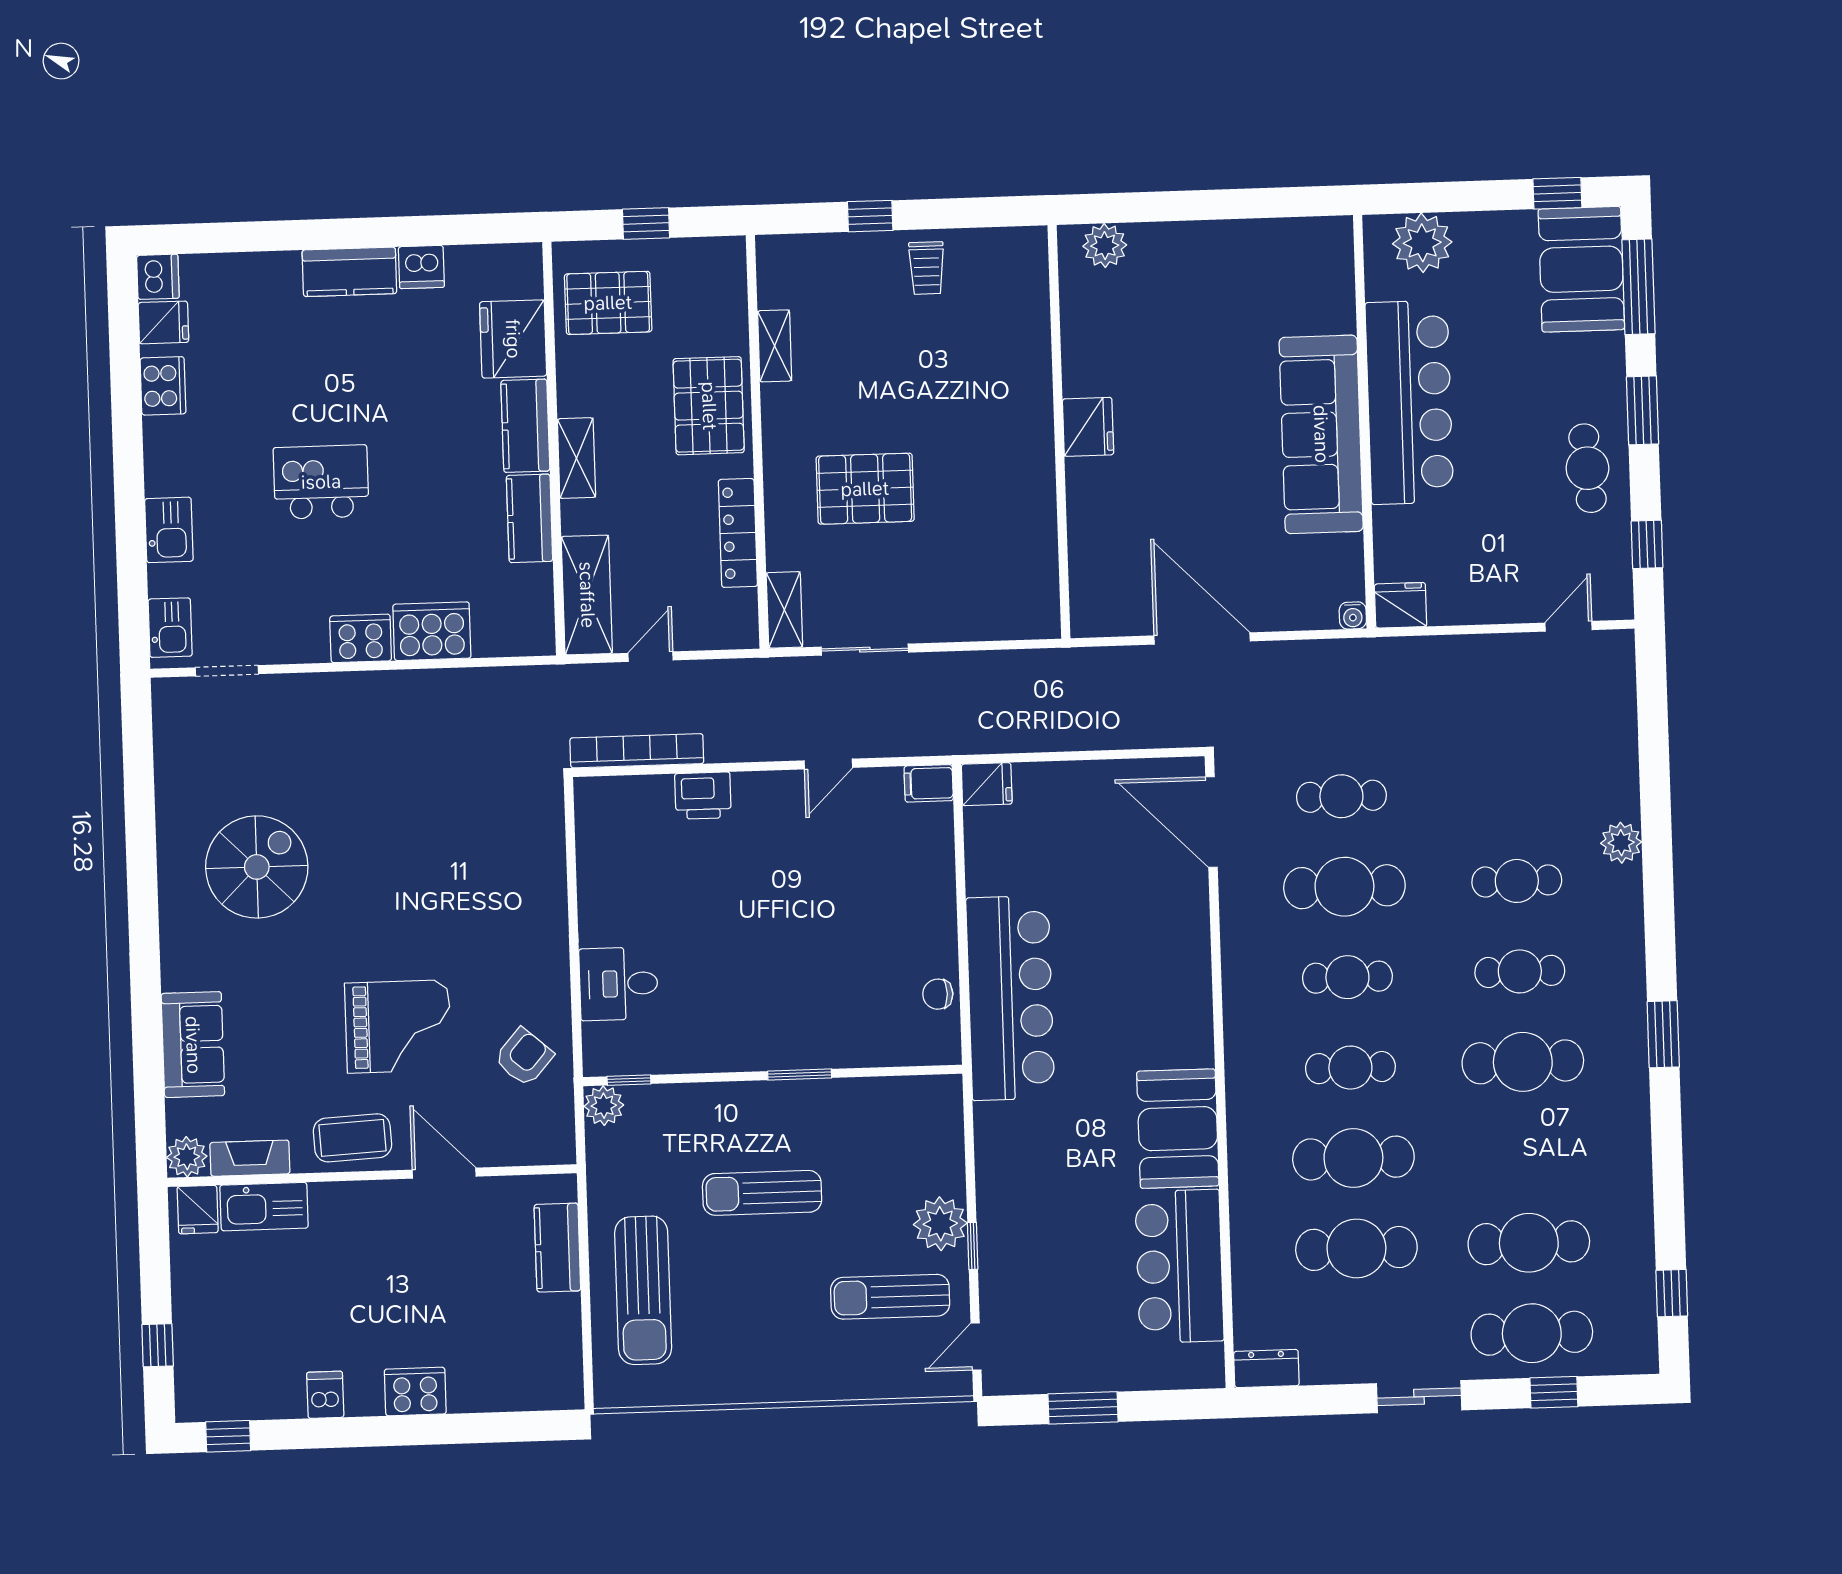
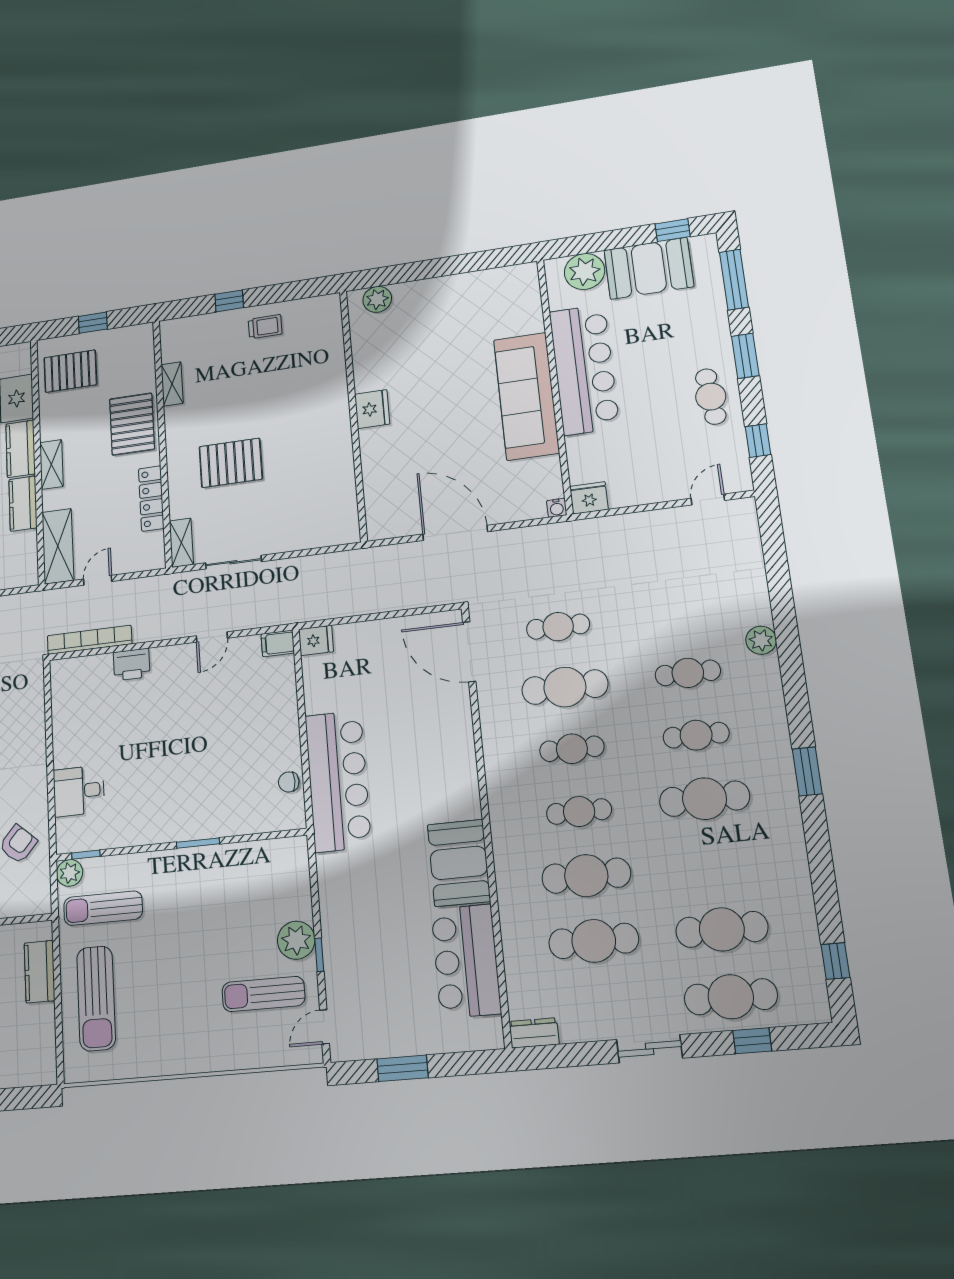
trolley: (927, 268) -> (265, 327), turned -90
booth: (1581, 269) -> (649, 268), moved, turned 90
sun lounger: (762, 1193) -> (103, 908), moved

